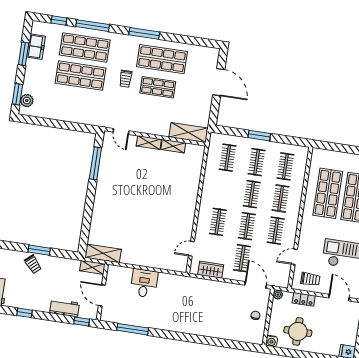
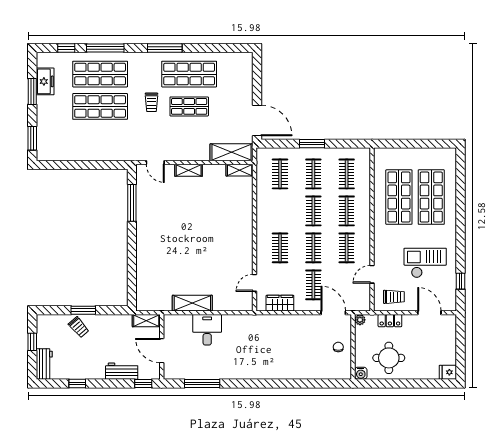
door: (219, 82) -> (257, 120), moved
plant: (27, 101) -> (44, 144), removed
shelving: (173, 146) -> (240, 170), moved
shelving: (103, 253) -> (192, 303), moved

